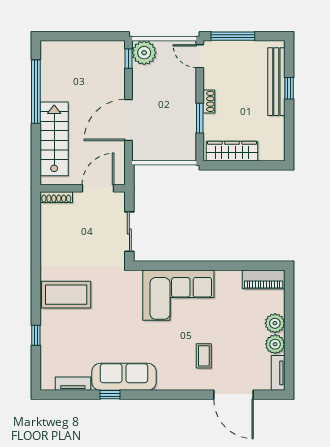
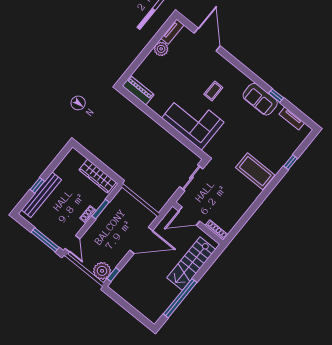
plant: (275, 323) -> (152, 61), removed
coffee table: (204, 356) -> (213, 91), moved
sofa: (124, 377) -> (260, 99), width x0.73

